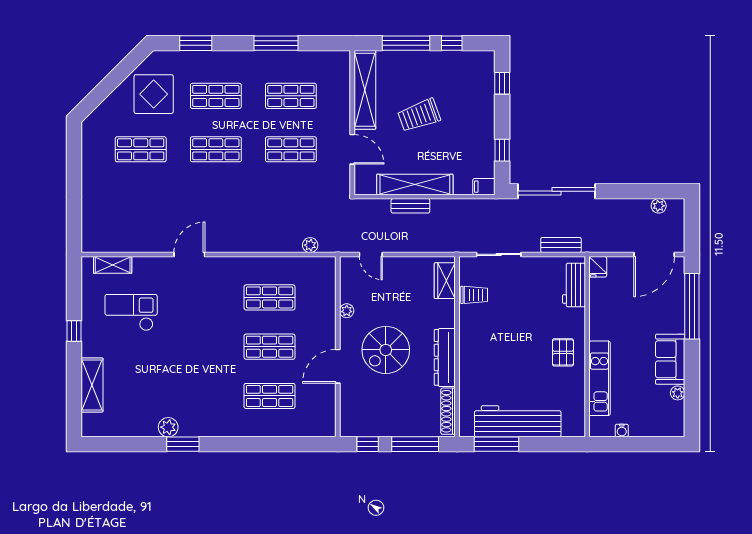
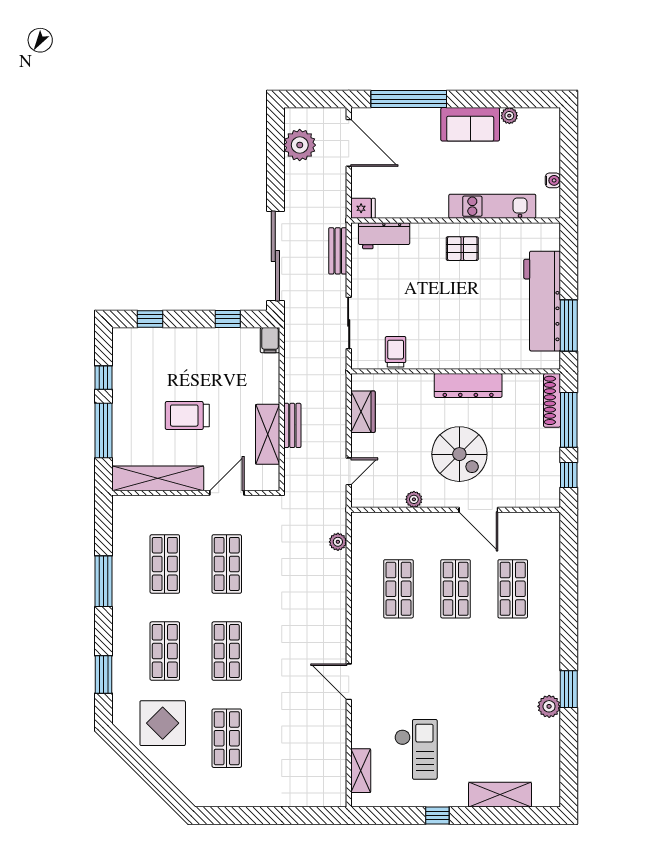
trolley: (419, 115) -> (187, 416), turned 110
shelving: (415, 184) -> (268, 434), width x0.68
plant: (659, 206) -> (300, 145), width x1.88, depth x1.88
wardrobe: (445, 281) -> (363, 412), moved, turned -90
checkout: (131, 312) -> (416, 749), turned 180
shoe rack: (448, 411) -> (552, 400), moved, turned 90

